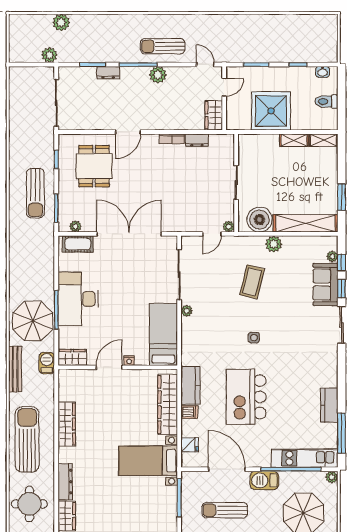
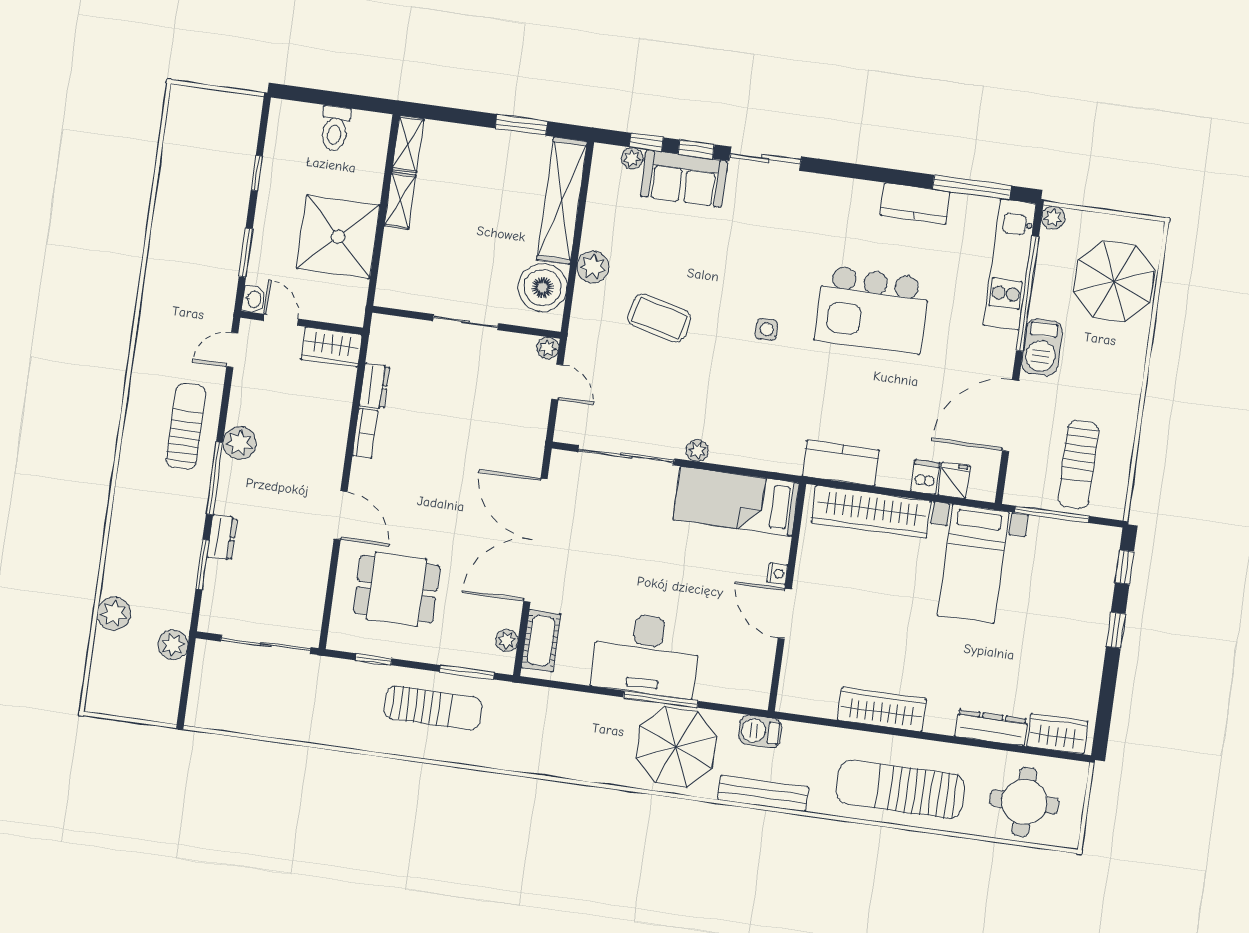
sun lounger: (163, 46) -> (186, 426), turned 180
washbasin: (323, 72) -> (253, 299), moved
wardrobe: (72, 357) -> (756, 681), removed
kitchen island: (246, 397) -> (872, 310), moved
dishwasher: (189, 412) -> (925, 477), moved
sun lounger: (225, 510) -> (1078, 465), moved

